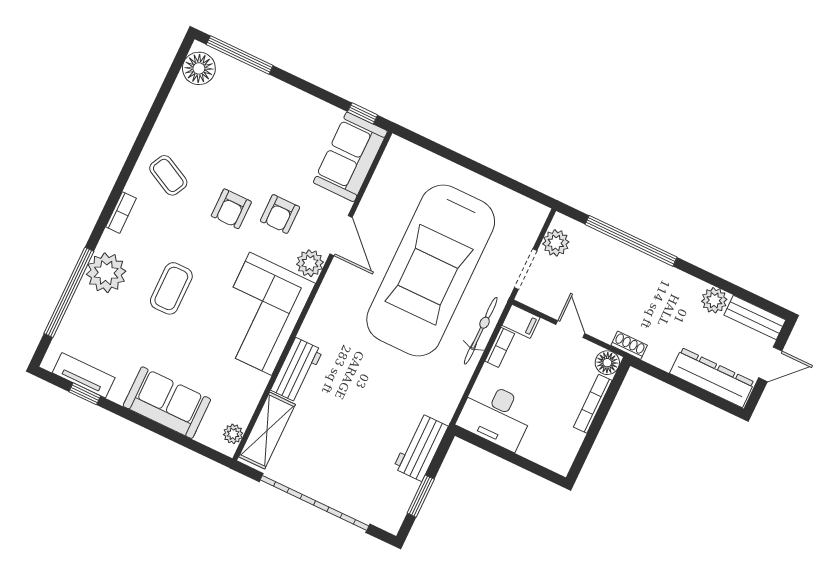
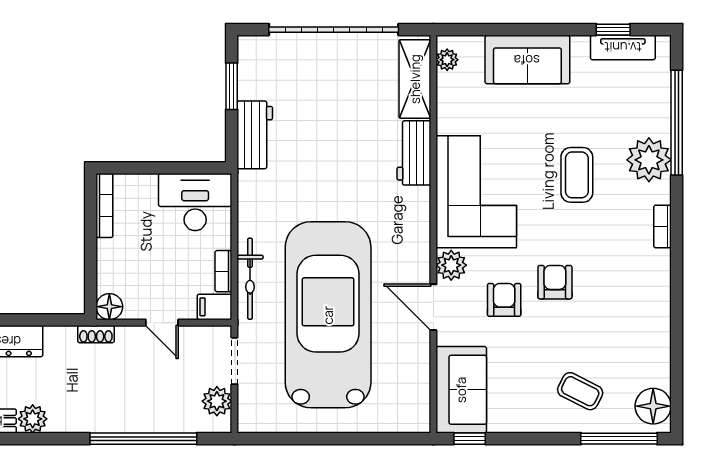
coffee table: (168, 175) -> (580, 391), moved
bookcase: (593, 404) -> (104, 206), moved

